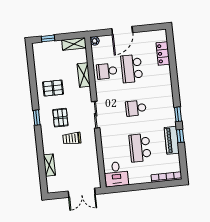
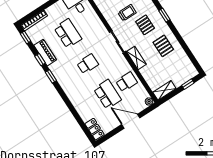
door: (122, 31) -> (131, 121), hinge flipped
locker: (163, 53) -> (95, 129), moved
shelving: (84, 75) -> (136, 58), moved
pallet: (53, 88) -> (163, 46), turned 90
window: (183, 165) -> (26, 37), added

